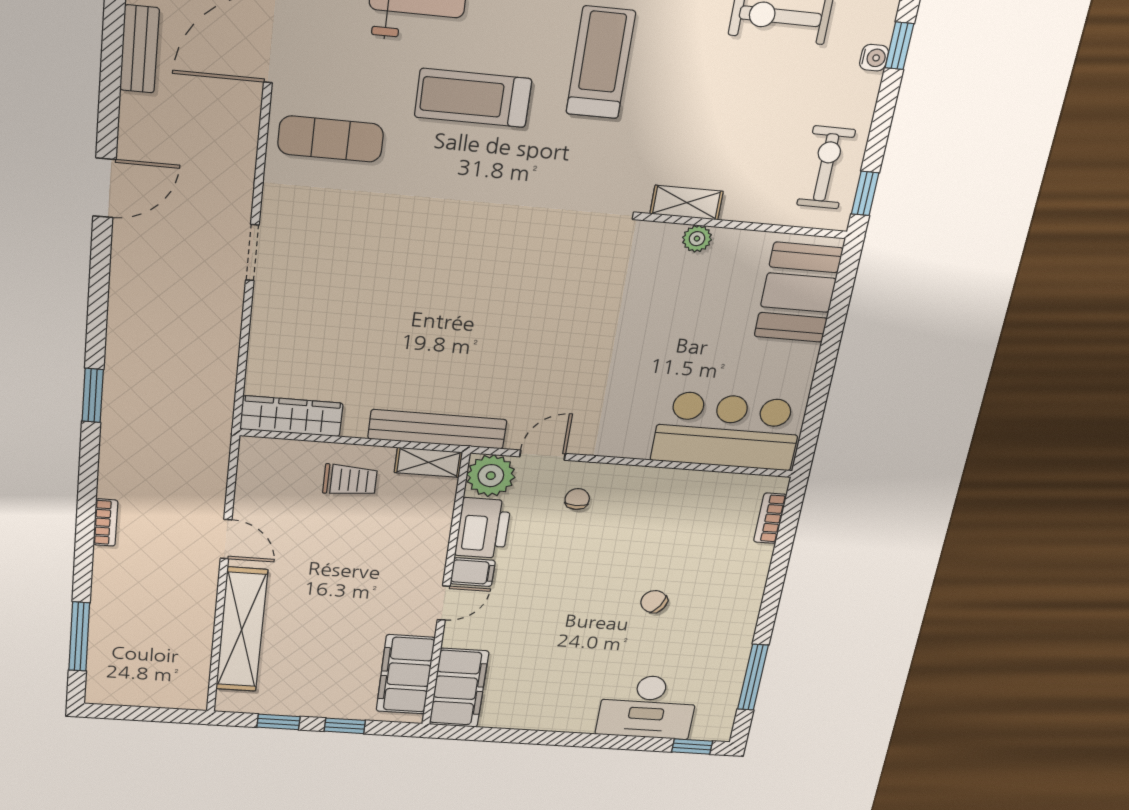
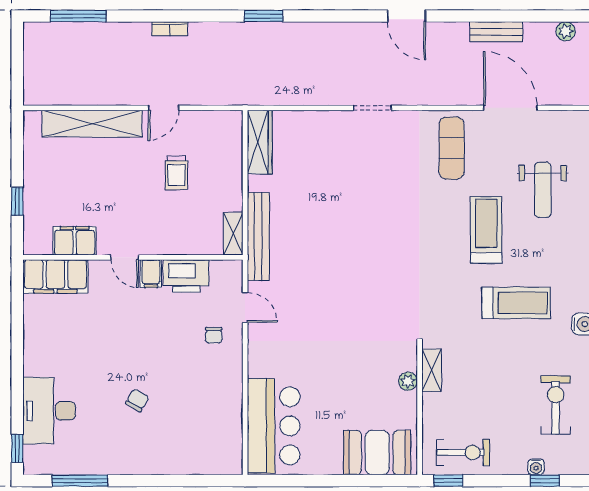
plant: (491, 476) -> (227, 276), removed
trolley: (350, 480) -> (176, 173), moved
chair: (577, 499) -> (214, 335), turned 90
bookcase: (770, 518) -> (210, 467), removed
filing cabinet: (405, 675) -> (75, 241), width x0.67, depth x0.86
window: (278, 722) -> (17, 155), removed

